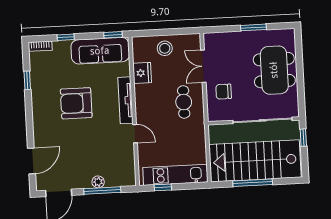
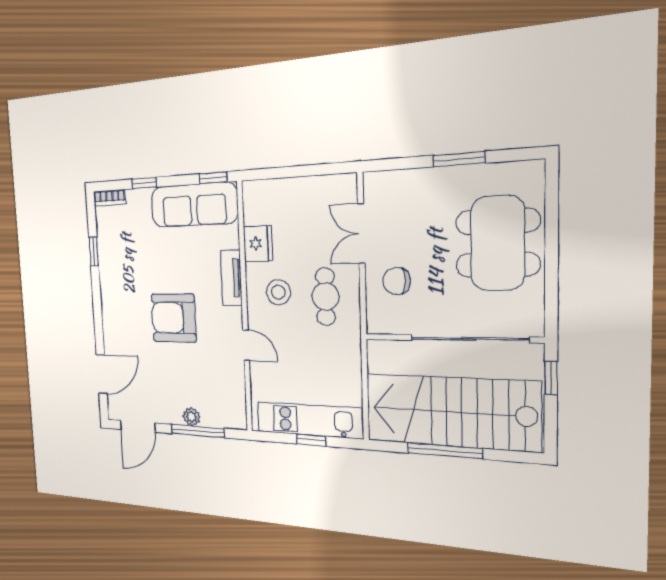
stool: (165, 48) -> (278, 292), moved
tv unit: (125, 100) -> (231, 278), width x0.71
armchair: (76, 103) -> (174, 318), moved
window: (163, 187) -> (311, 440), moved

